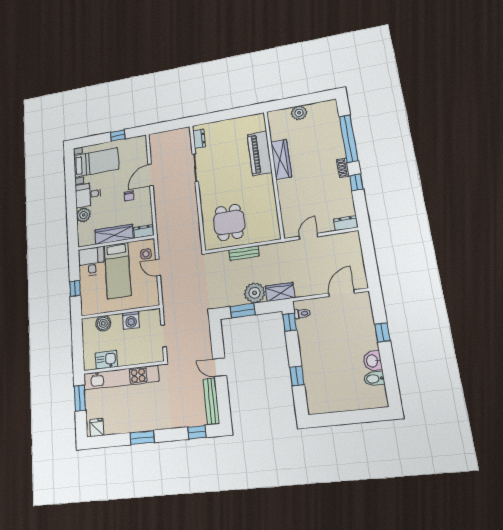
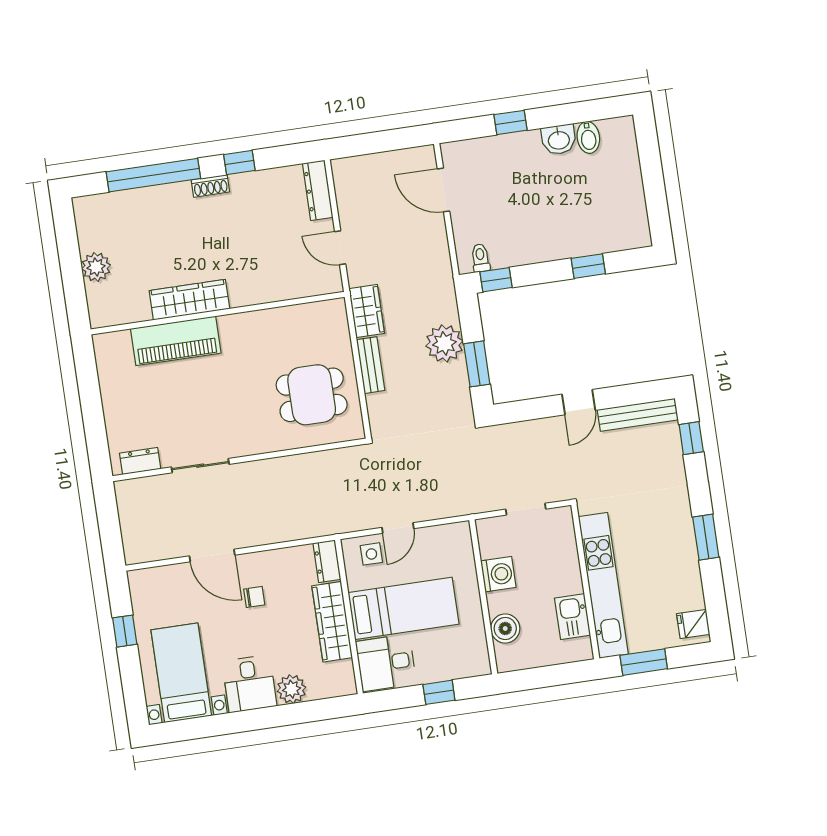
dresser: (346, 223) -> (318, 190), width x1.44
wardrobe: (280, 292) -> (367, 311), moved, turned 180

